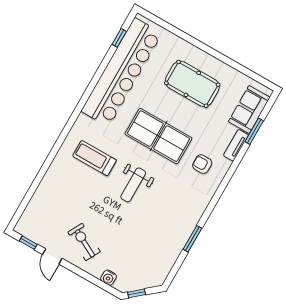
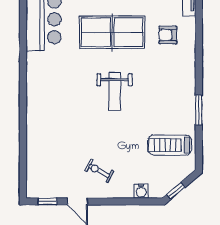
treadmill: (95, 158) -> (170, 145), moved
exercise bike: (84, 242) -> (99, 171), width x0.73, depth x0.72

